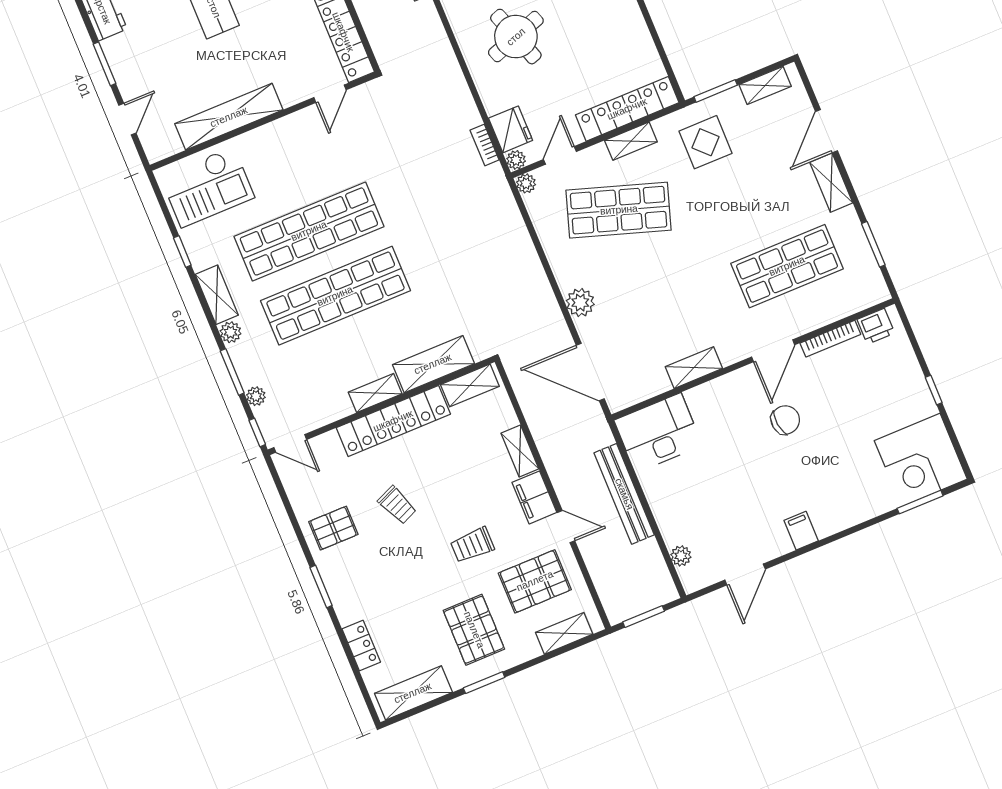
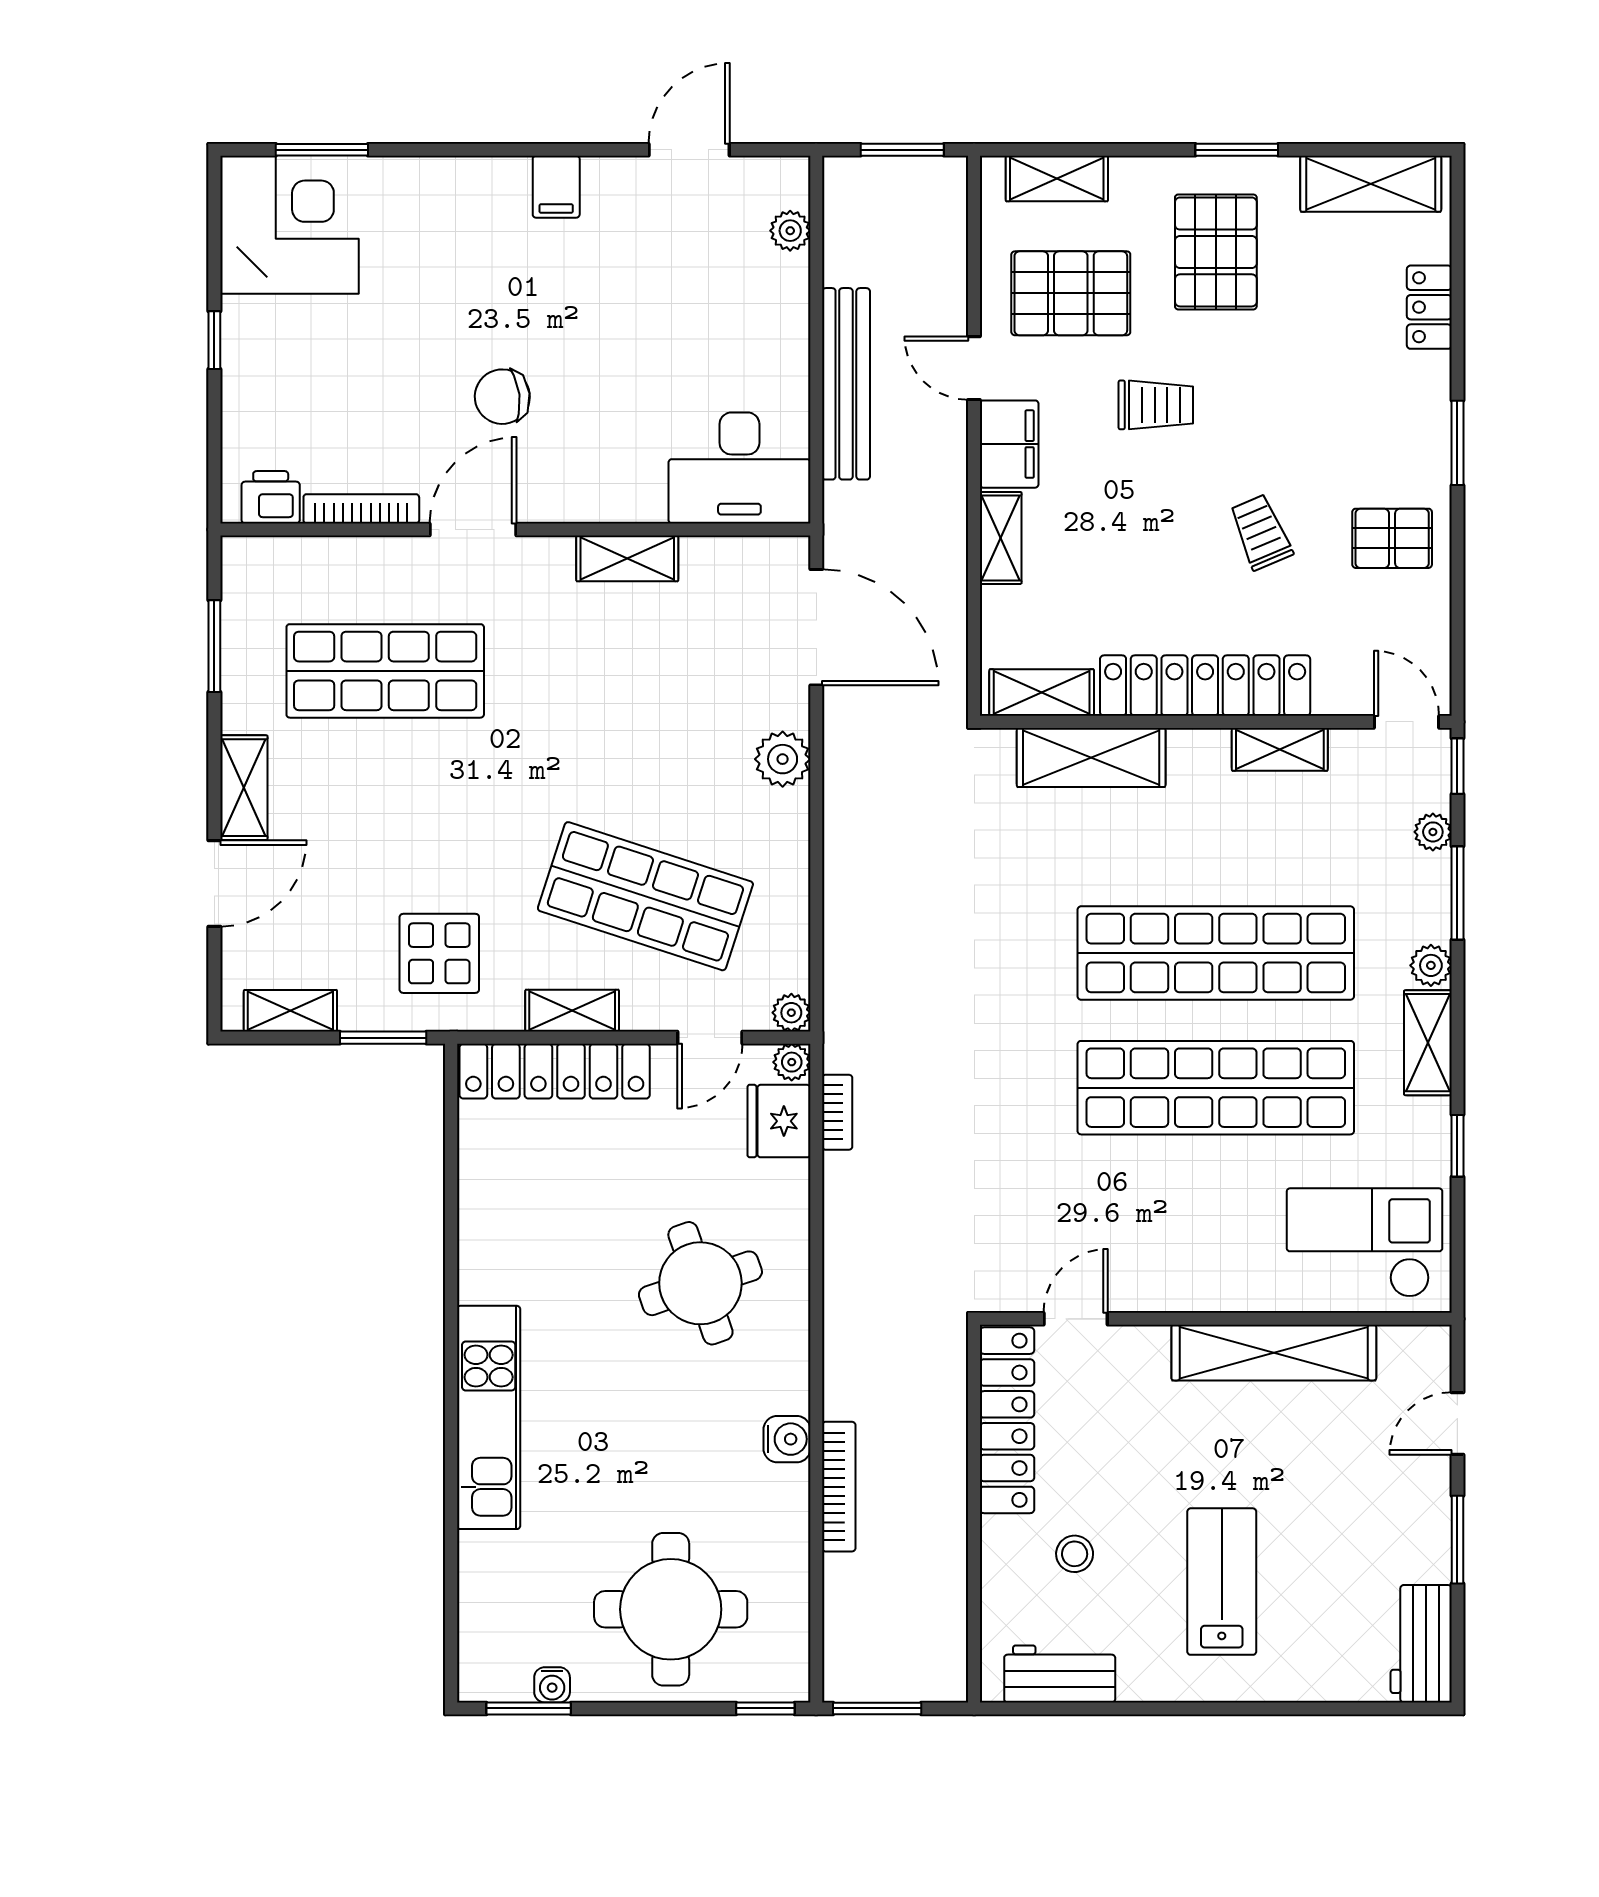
shelving: (375, 393) -> (1280, 749), moved

